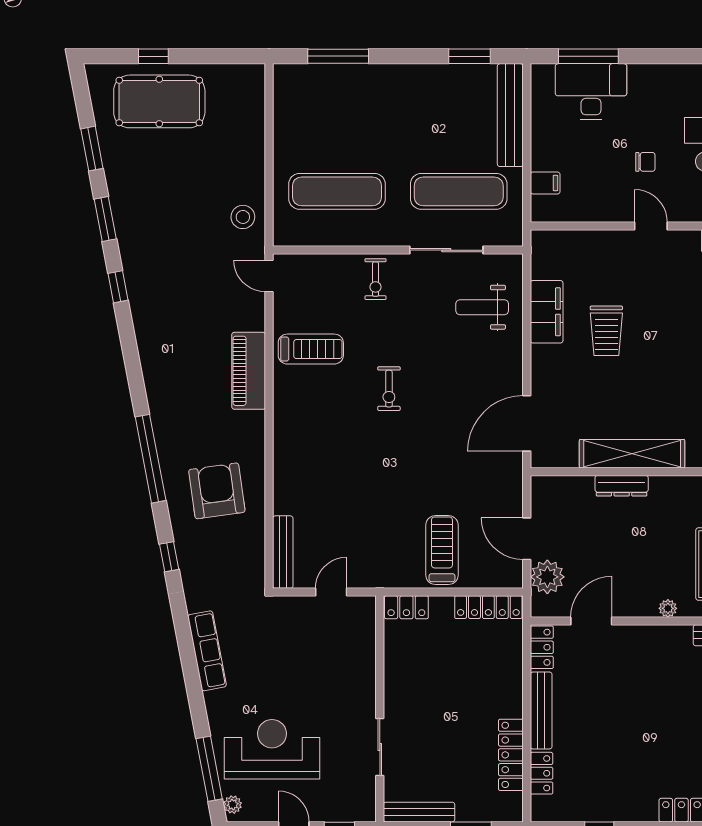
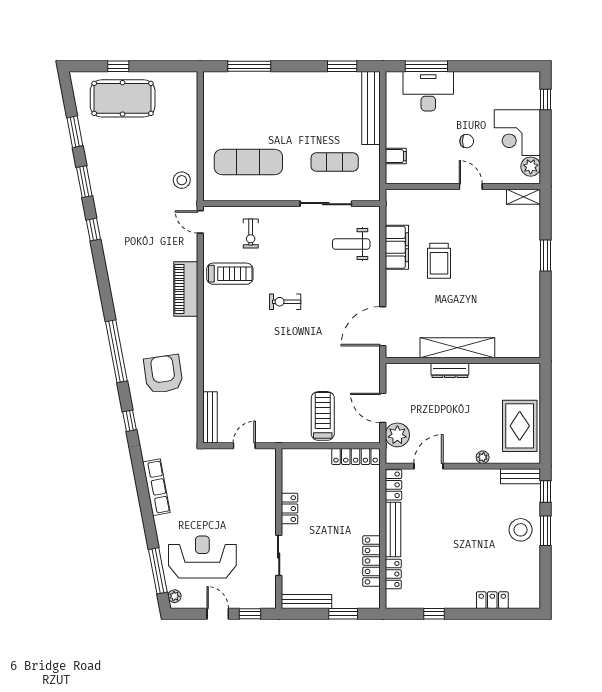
exercise mat: (459, 191) -> (335, 162), width x0.73, depth x0.69
exercise bike: (375, 279) -> (251, 234), moved
exercise bike: (389, 389) -> (285, 302), turned 90
locker: (406, 607) -> (289, 509), moved, turned -90

